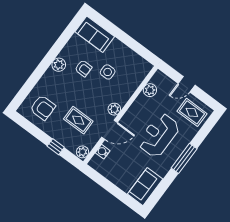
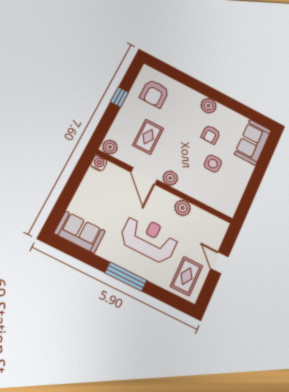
plant: (150, 90) -> (183, 208), moved
window: (56, 147) -> (119, 97), moved
water cooler: (103, 152) -> (99, 163), moved

